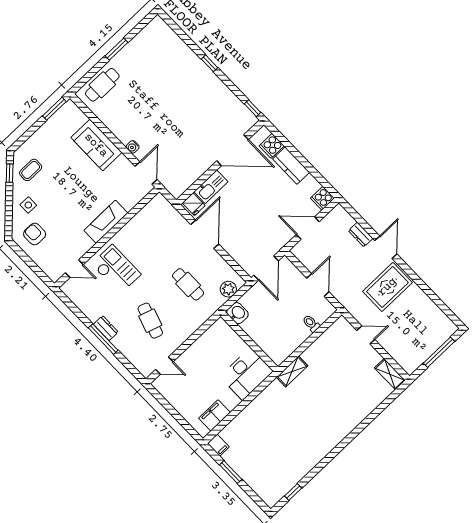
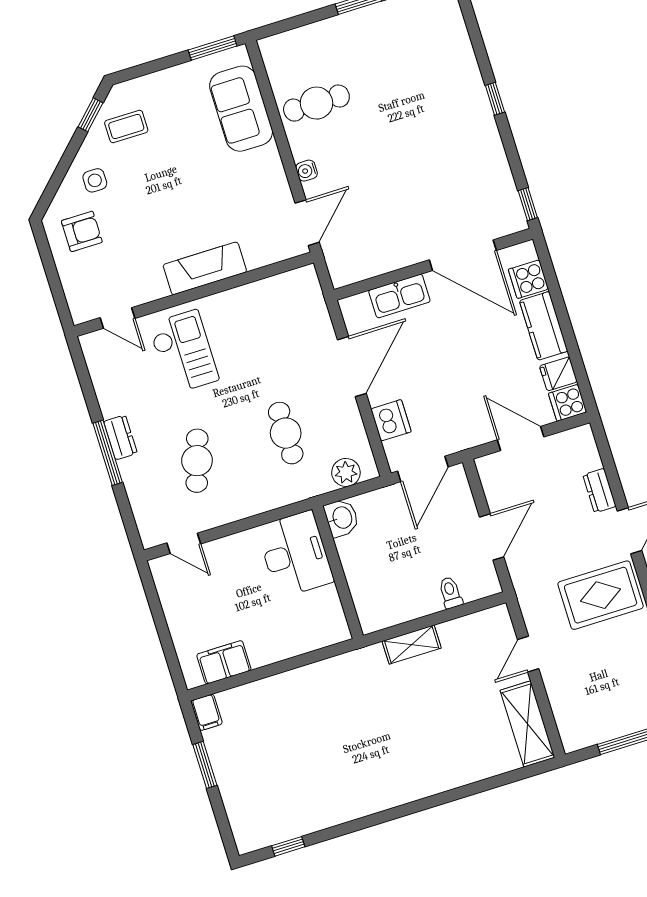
cafe table: (102, 85) -> (316, 103), moved
sofa: (96, 145) -> (241, 109), moved
fridge: (194, 204) -> (558, 374), moved, turned 90
armchair: (35, 234) -> (82, 231), turned 90
dishwasher: (238, 252) -> (391, 420), added
door: (366, 335) -> (528, 654), swing flipped
shelving: (292, 371) -> (412, 645), moved
desk: (246, 374) -> (295, 554), moved, turned -90
shelving: (390, 374) -> (527, 724), width x1.50, depth x1.33

